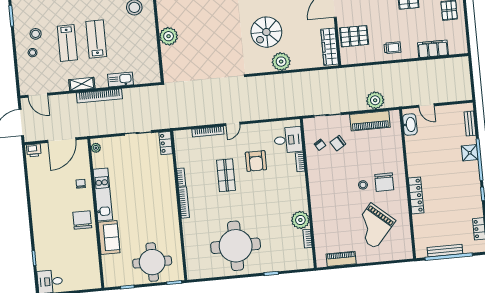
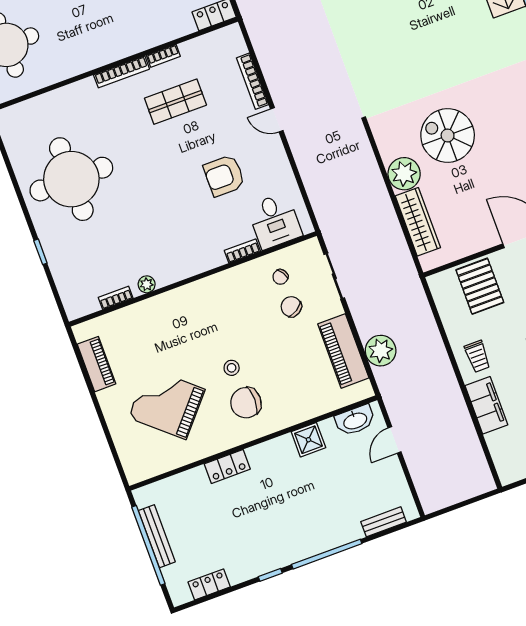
wardrobe: (330, 47) -> (418, 222), moved, turned 90
filing cabinet: (433, 49) -> (486, 405), moved
shower: (470, 153) -> (308, 440), moved
shop shelf: (226, 175) -> (175, 102), moved
locker: (416, 195) -> (227, 466), width x0.66
plant: (300, 220) -> (147, 284), width x0.53, depth x0.53

